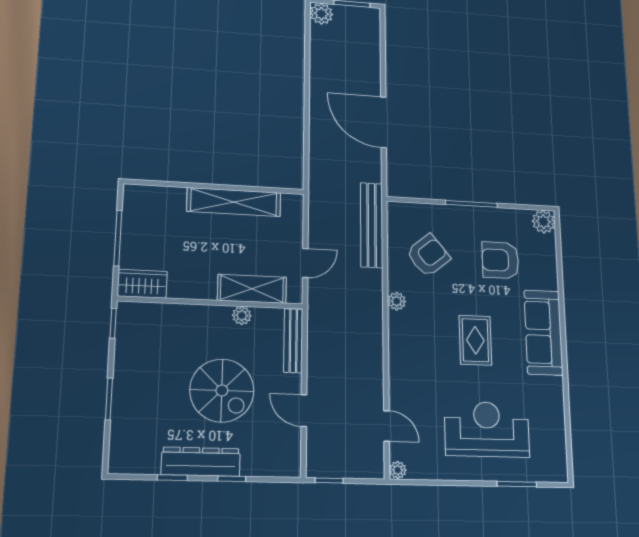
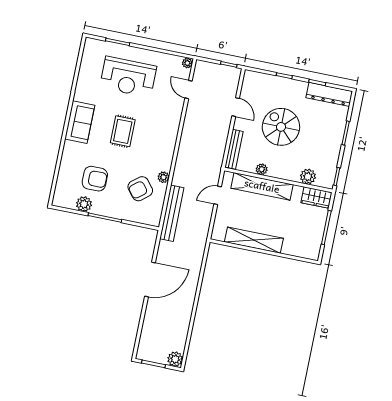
door: (384, 122) -> (150, 280), hinge flipped
plant: (543, 222) -> (84, 204), moved
shelving: (252, 289) -> (262, 186), width x1.47
plant: (397, 301) -> (163, 177), moved
plant: (162, 316) -> (308, 177), added
sofa: (543, 332) -> (80, 122), width x0.73
dresser: (201, 462) -> (329, 94), moved

